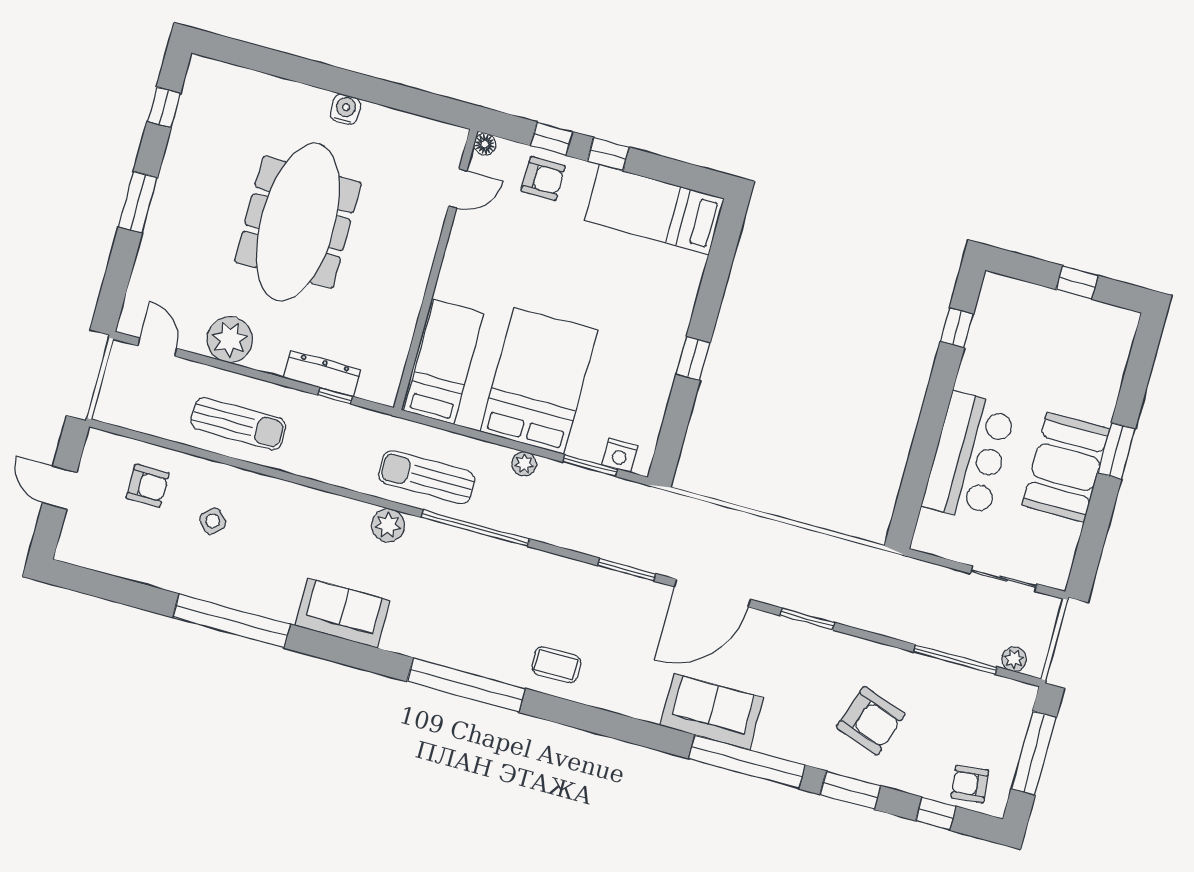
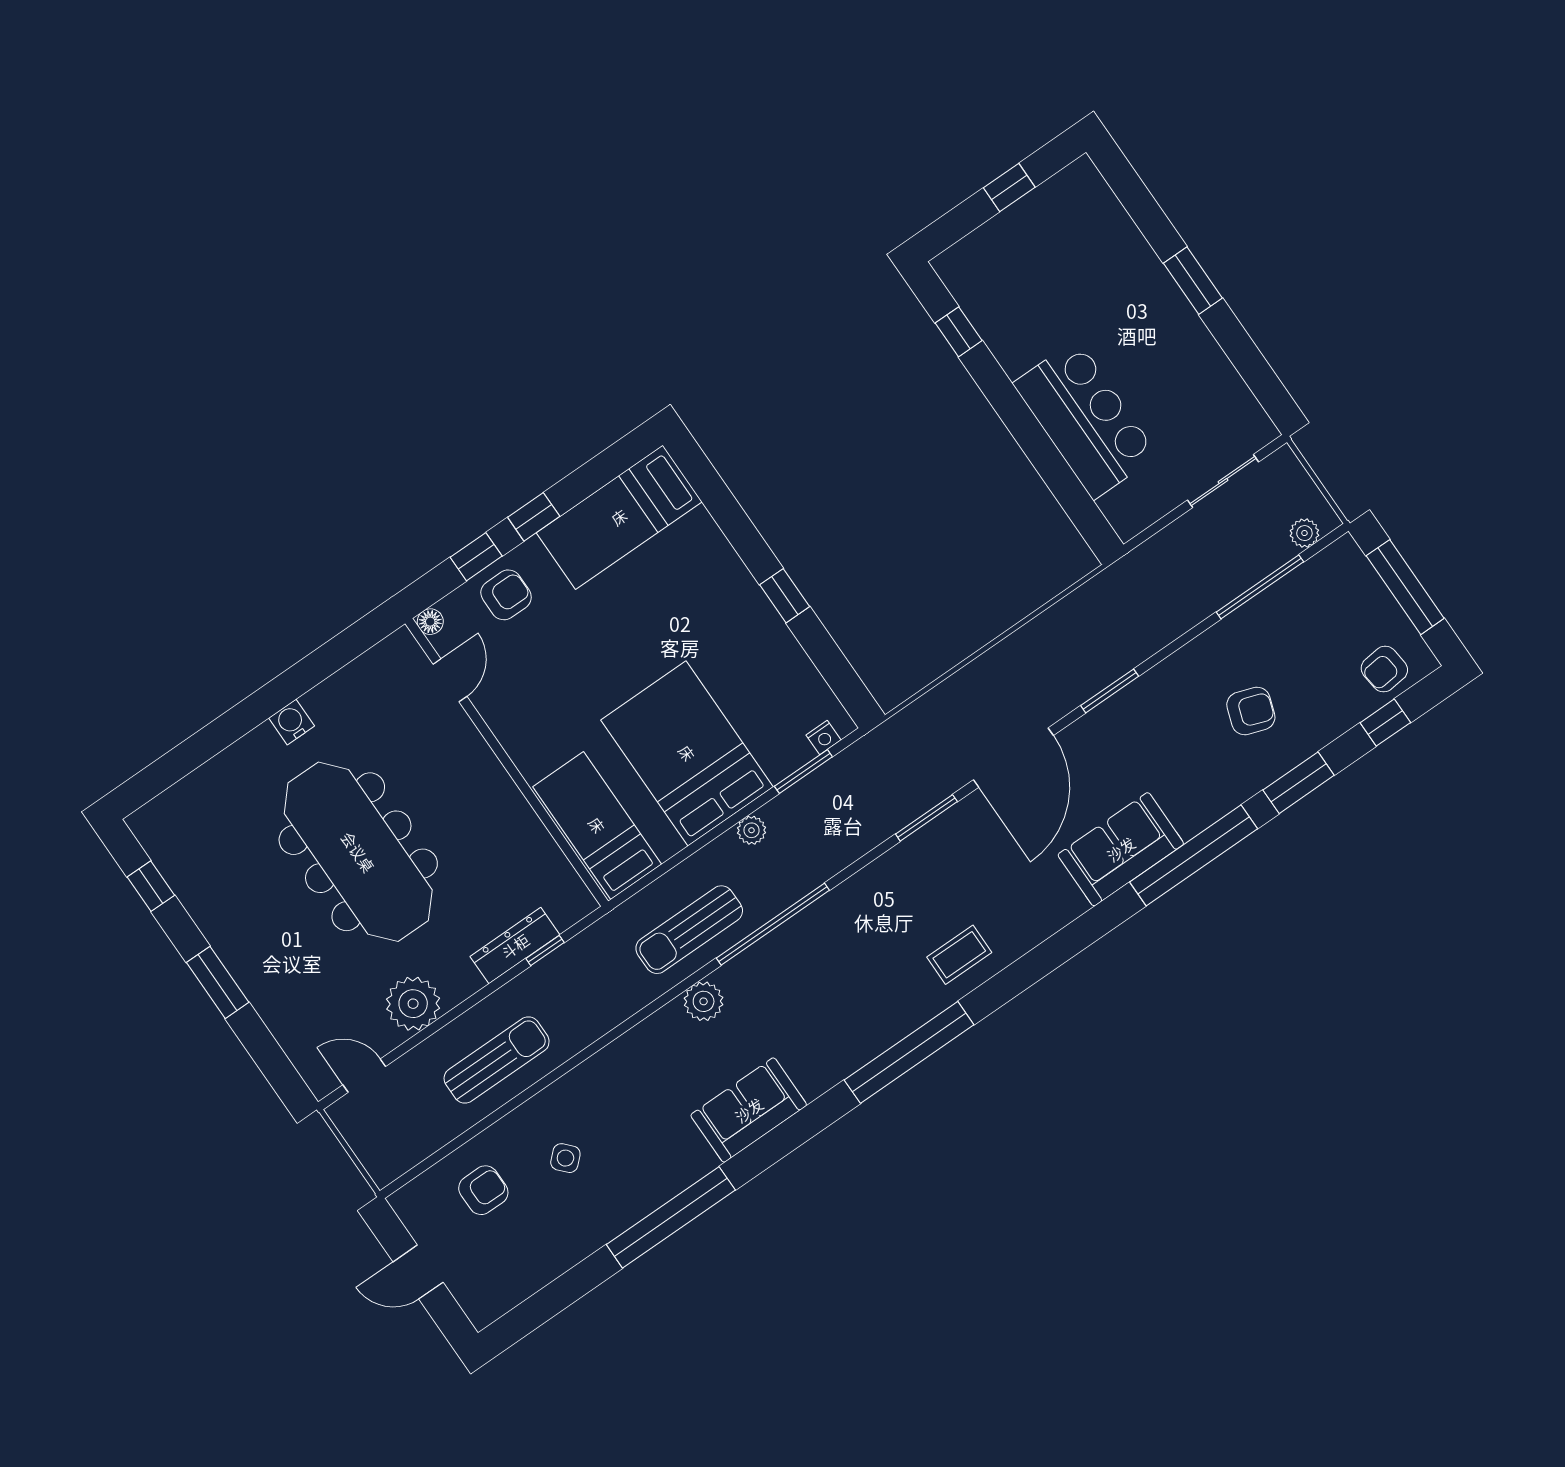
nightstand: (620, 455) -> (824, 738), width x0.72, depth x0.74
booth: (1066, 467) -> (1169, 339), removed
armchair: (871, 721) -> (1251, 711), width x0.72, depth x0.72

